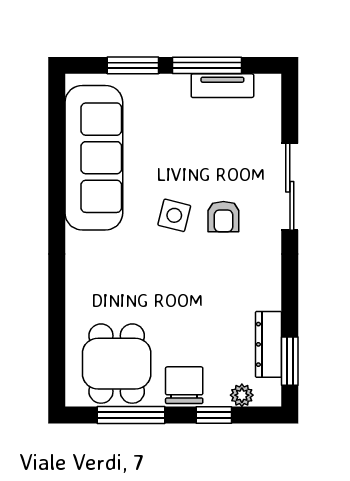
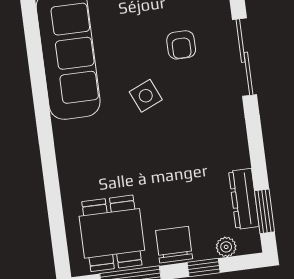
side table: (174, 215) -> (146, 96), turned -38
armchair: (223, 217) -> (181, 45), moved

